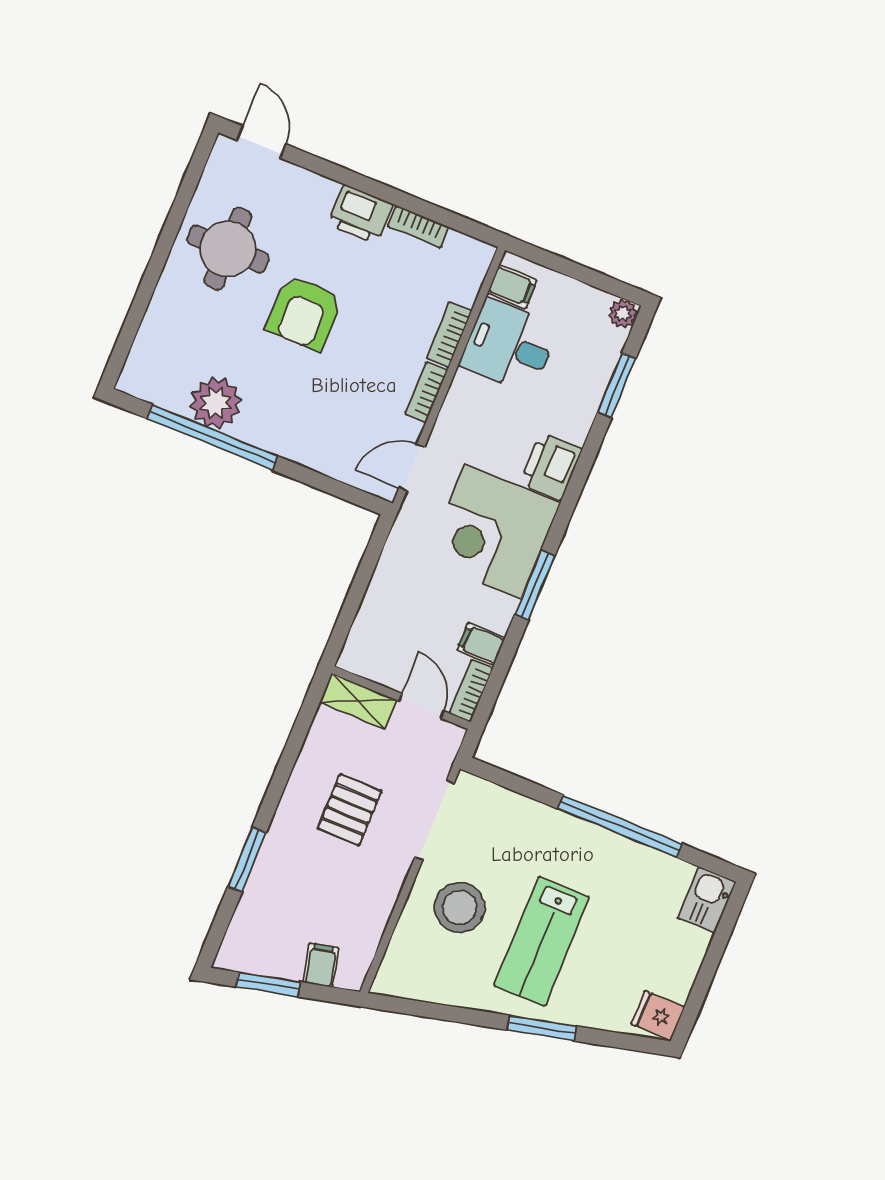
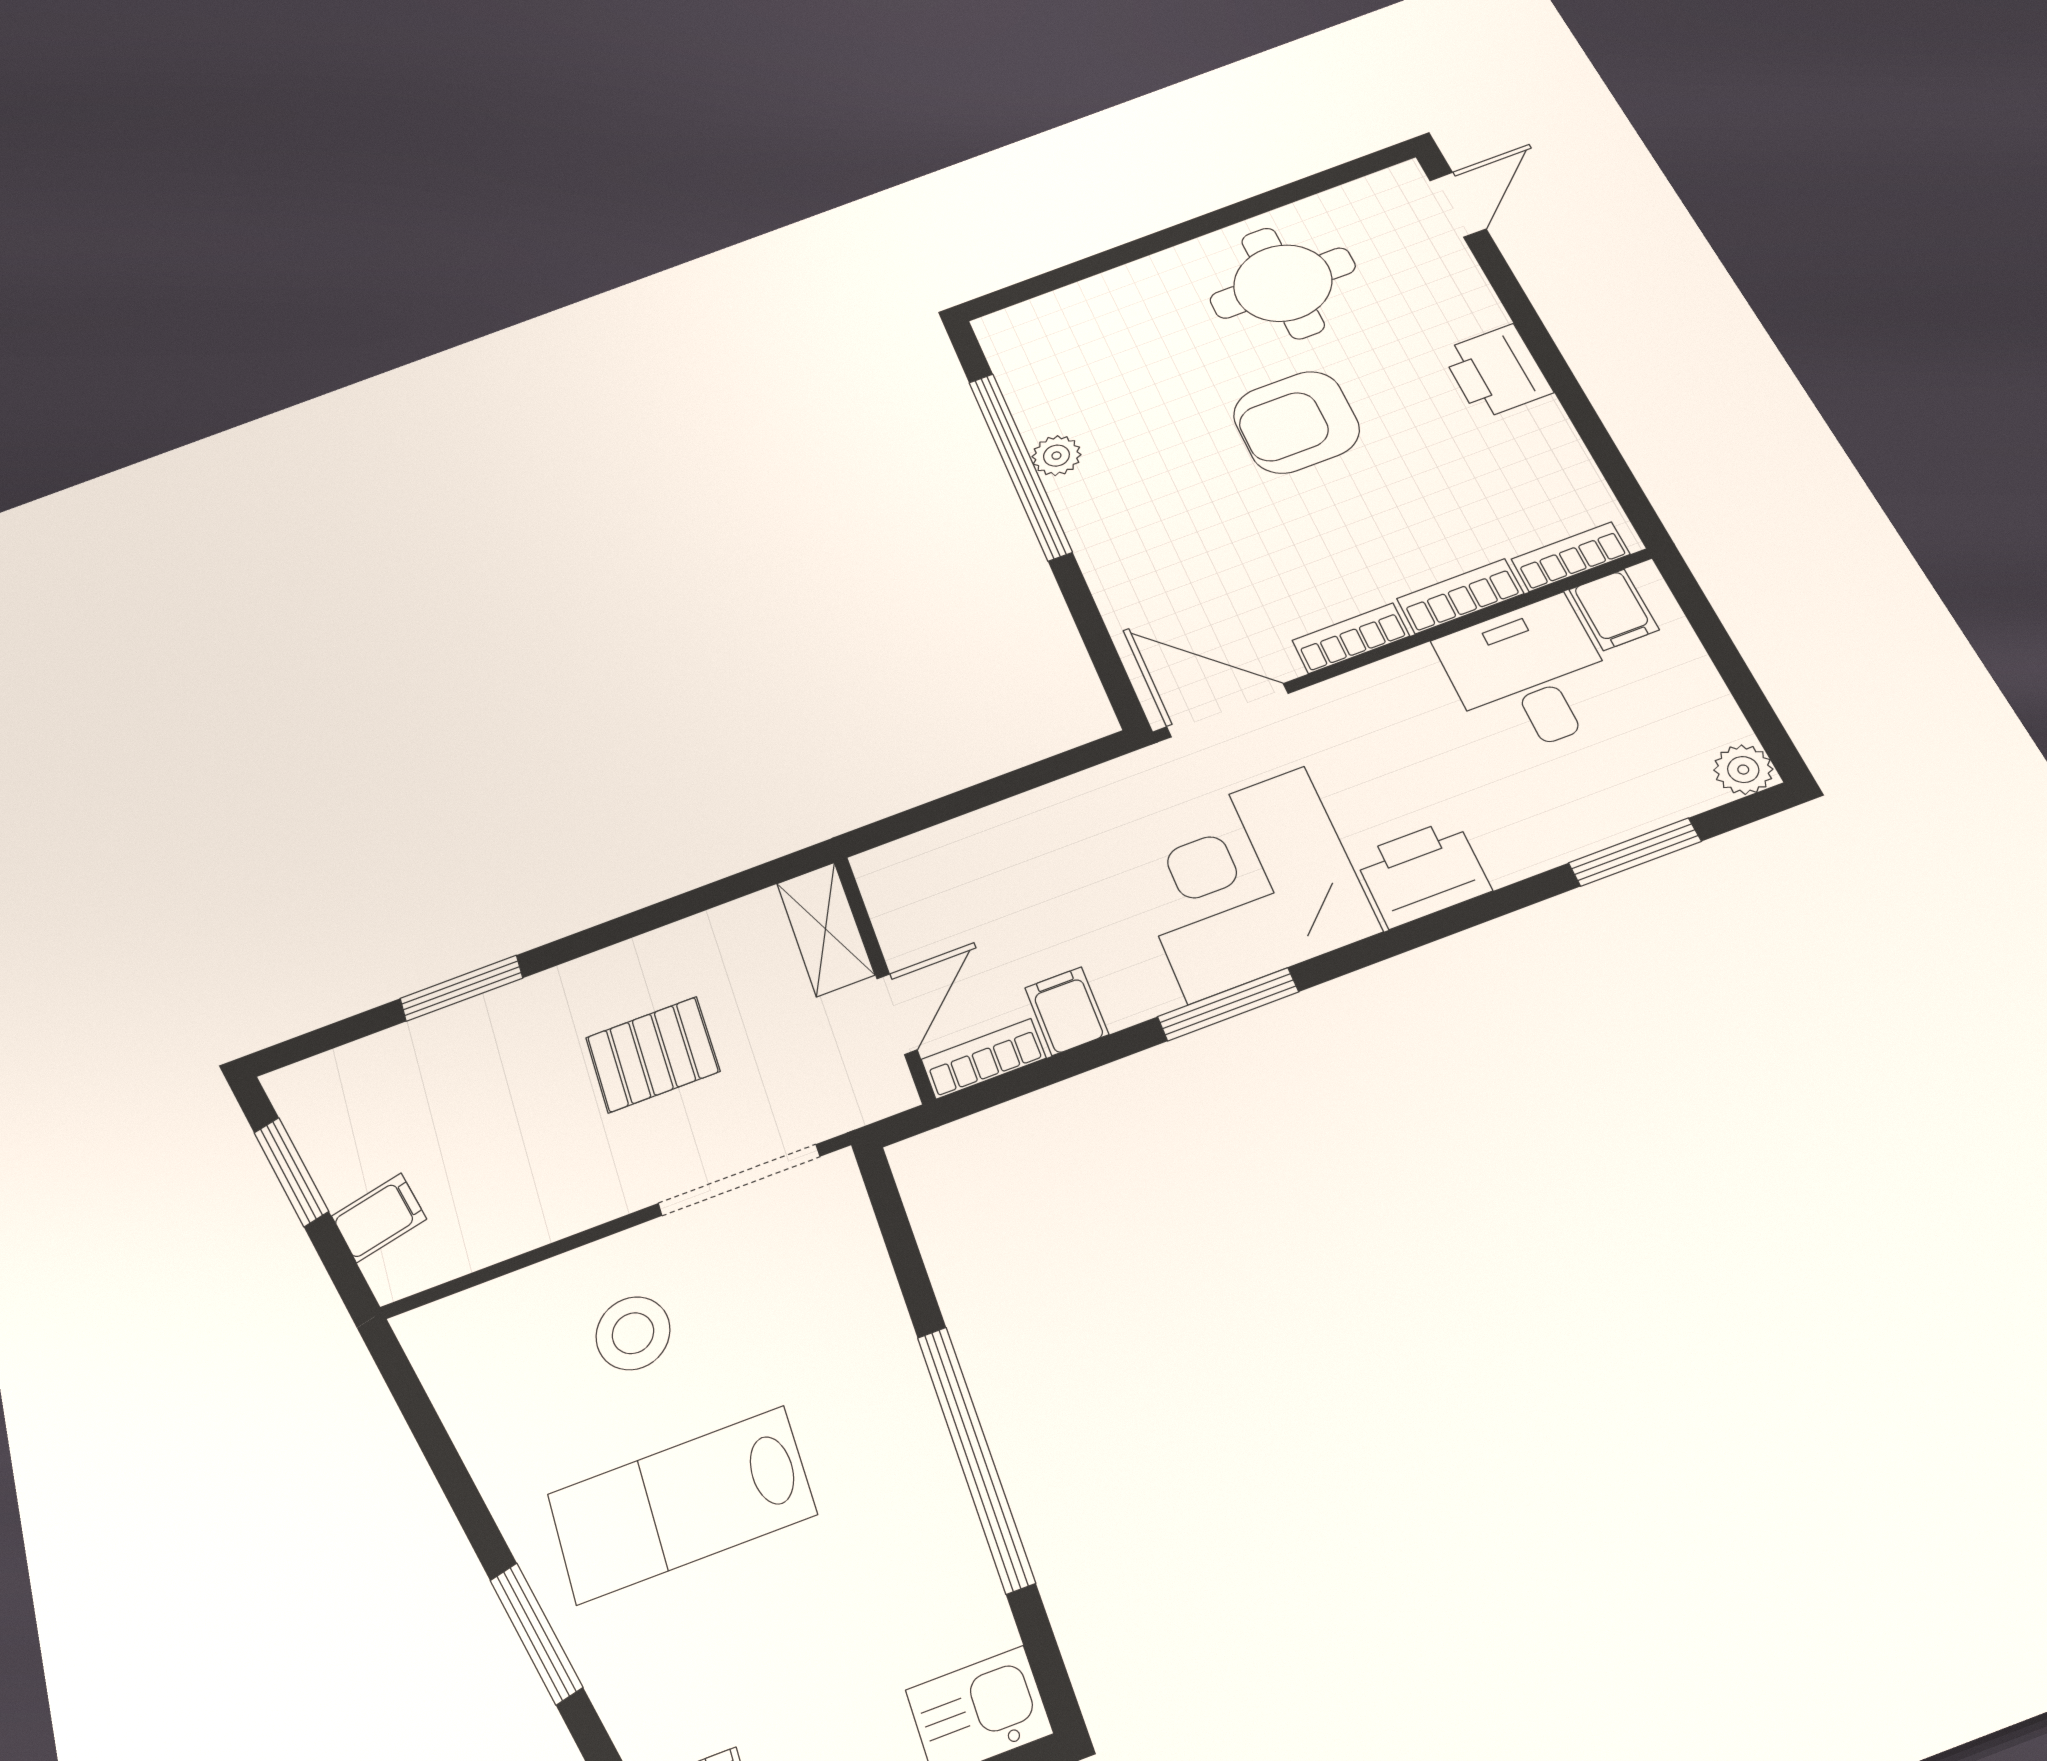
bookcase: (418, 226) -> (1570, 557), moved, turned 90
plant: (216, 403) -> (1056, 456), width x0.53, depth x0.53
door: (412, 468) -> (1227, 710), width x1.38
stool: (460, 907) -> (633, 1333), width x0.73, depth x0.73

